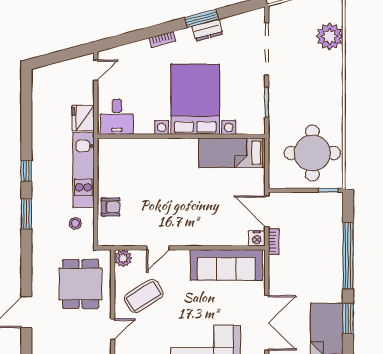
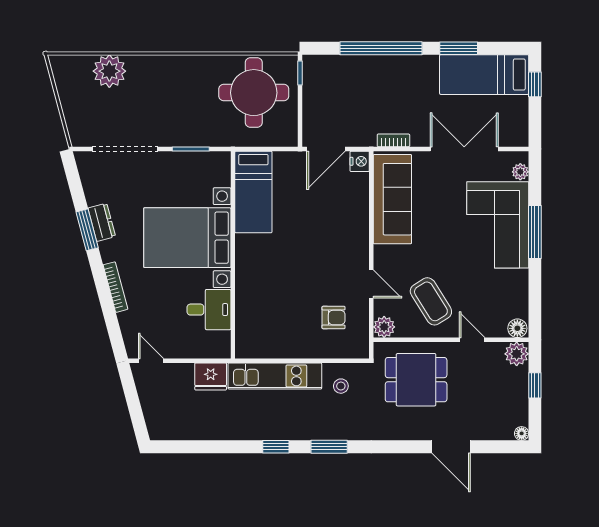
bookcase: (162, 39) -> (115, 287), width x1.56
desk: (117, 117) -> (209, 310), moved
armchair: (110, 207) -> (333, 318), moved, turned 90
bookcase: (274, 242) -> (393, 140), moved

